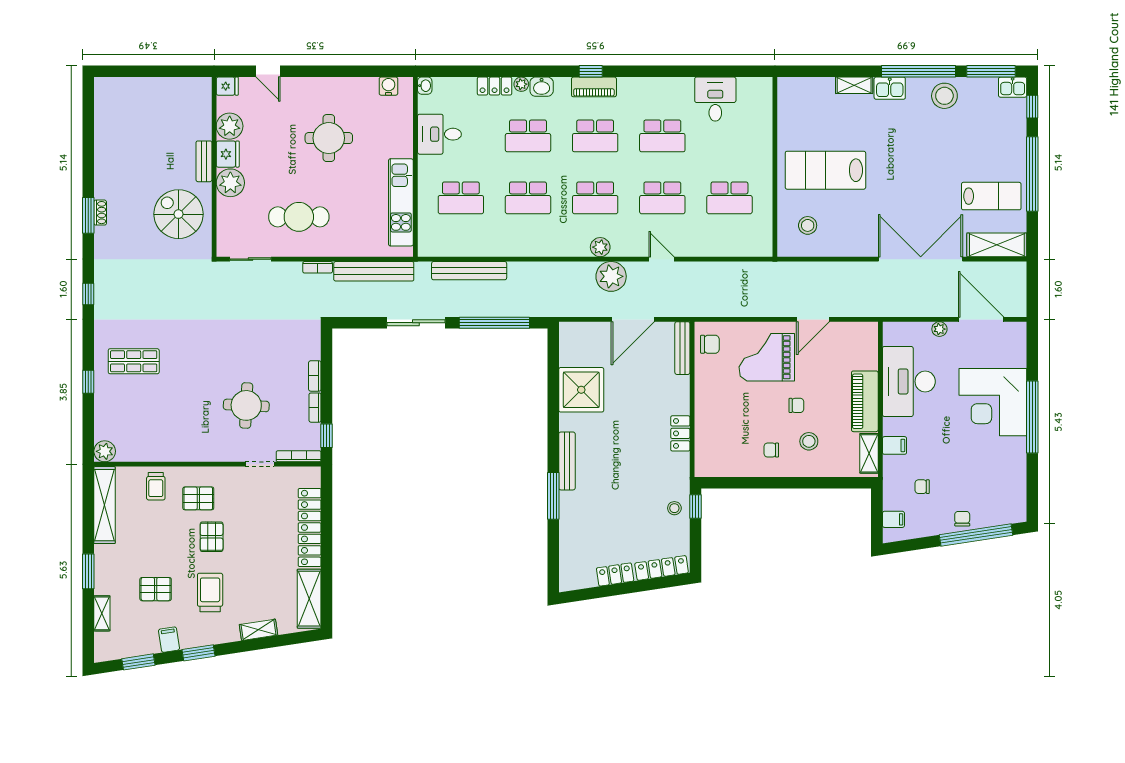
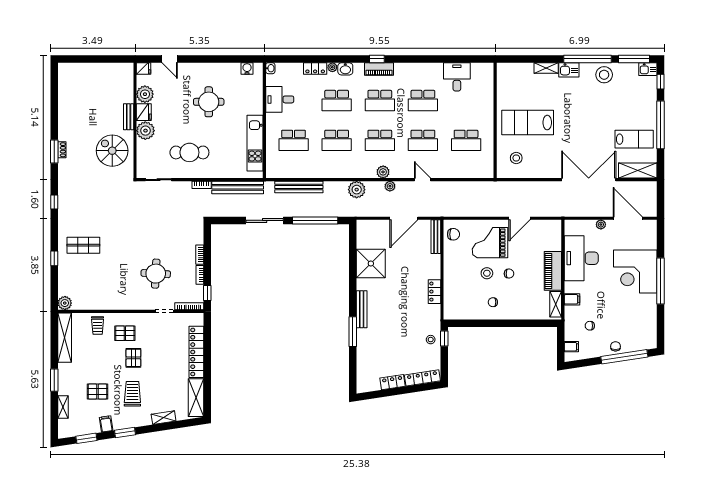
plant: (559, 275) -> (357, 190), added
plant: (611, 276) -> (390, 186), width x0.53, depth x0.53
stool: (809, 441) -> (487, 273), moved

